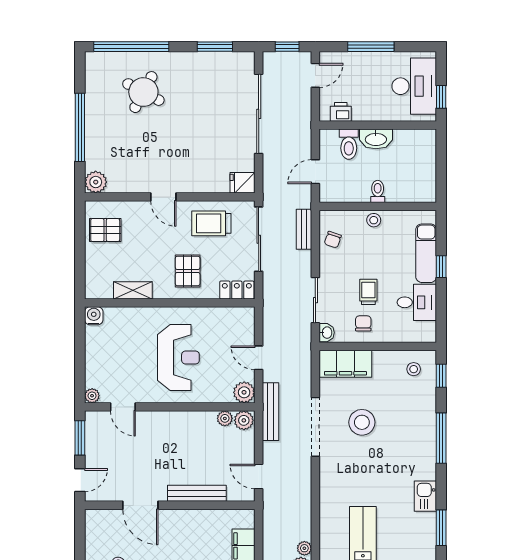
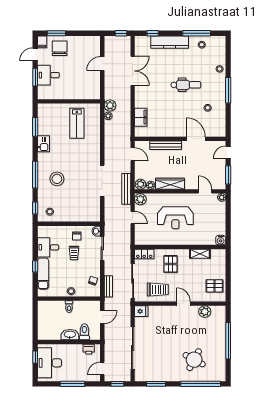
plant: (96, 182) -> (205, 312), moved
reception desk: (178, 357) -> (175, 218), turned -90
filing cabinet: (345, 364) -> (86, 214), removed
wardrobe: (189, 421) -> (170, 184), added
stool: (362, 422) -> (57, 179), moved

